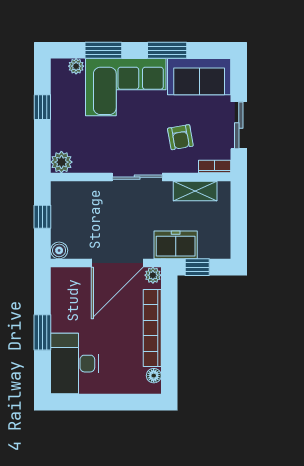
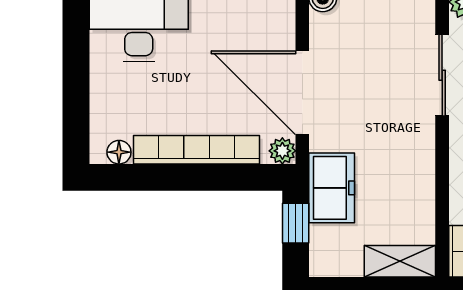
sliding door: (137, 177) -> (442, 75), moved
shelving: (195, 191) -> (400, 261), moved, turned 90

